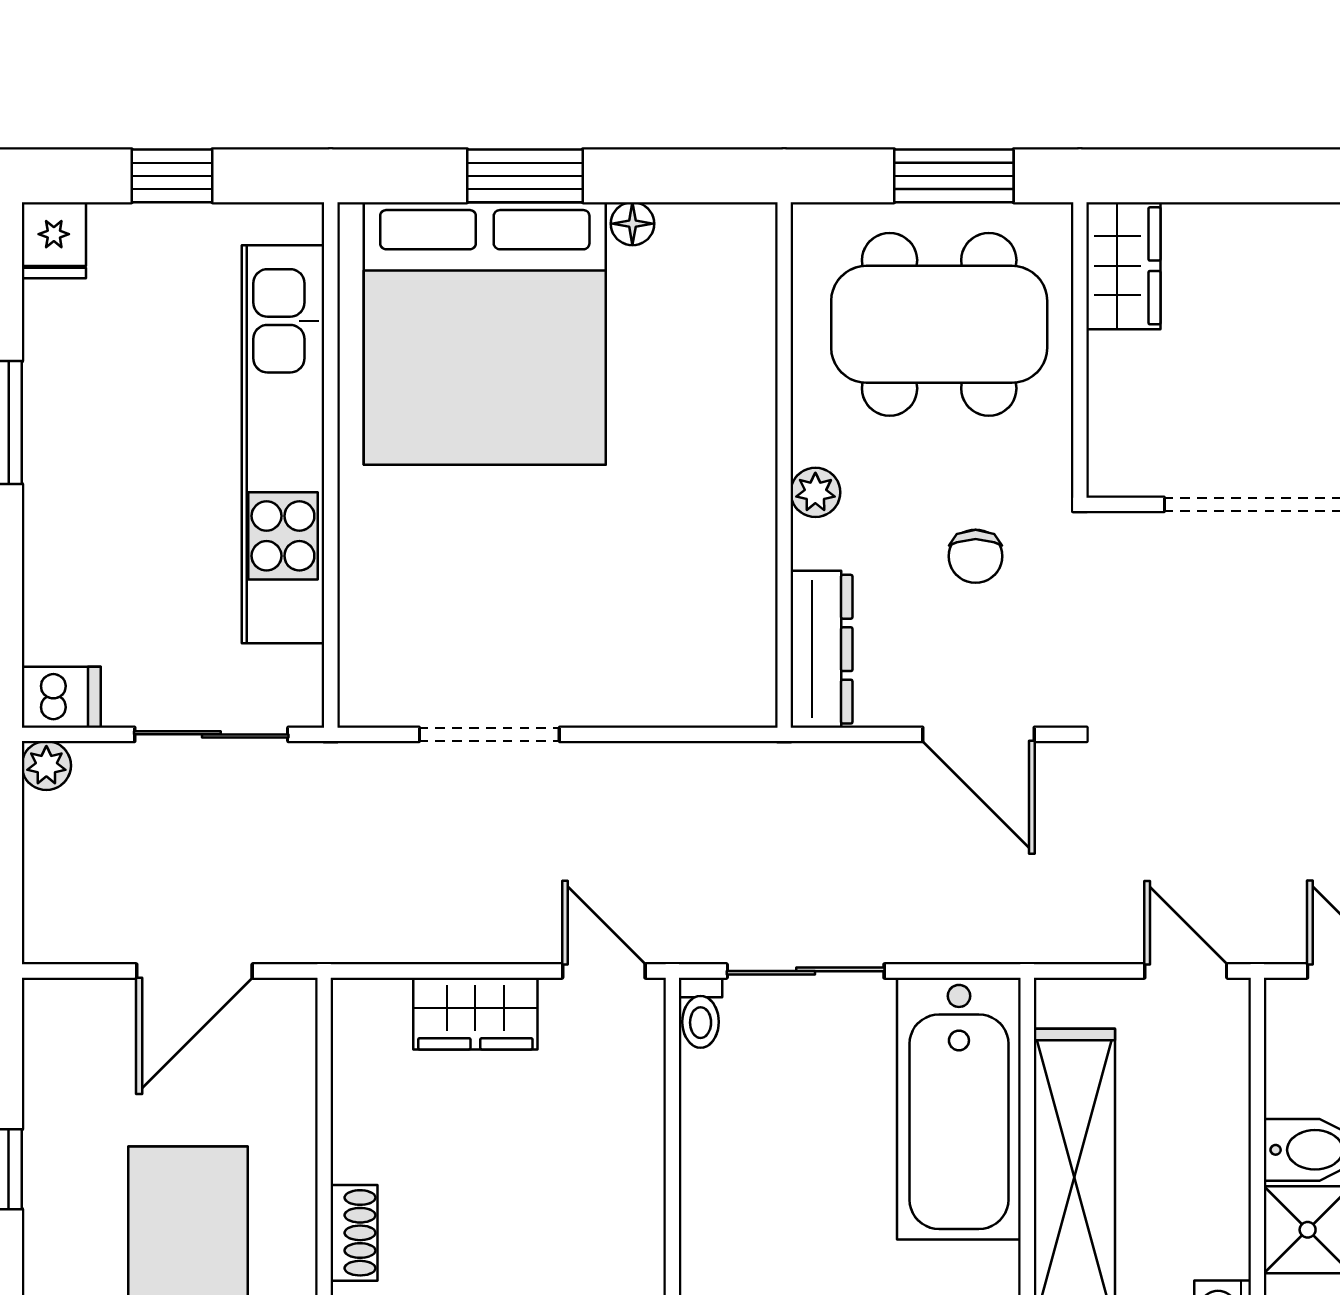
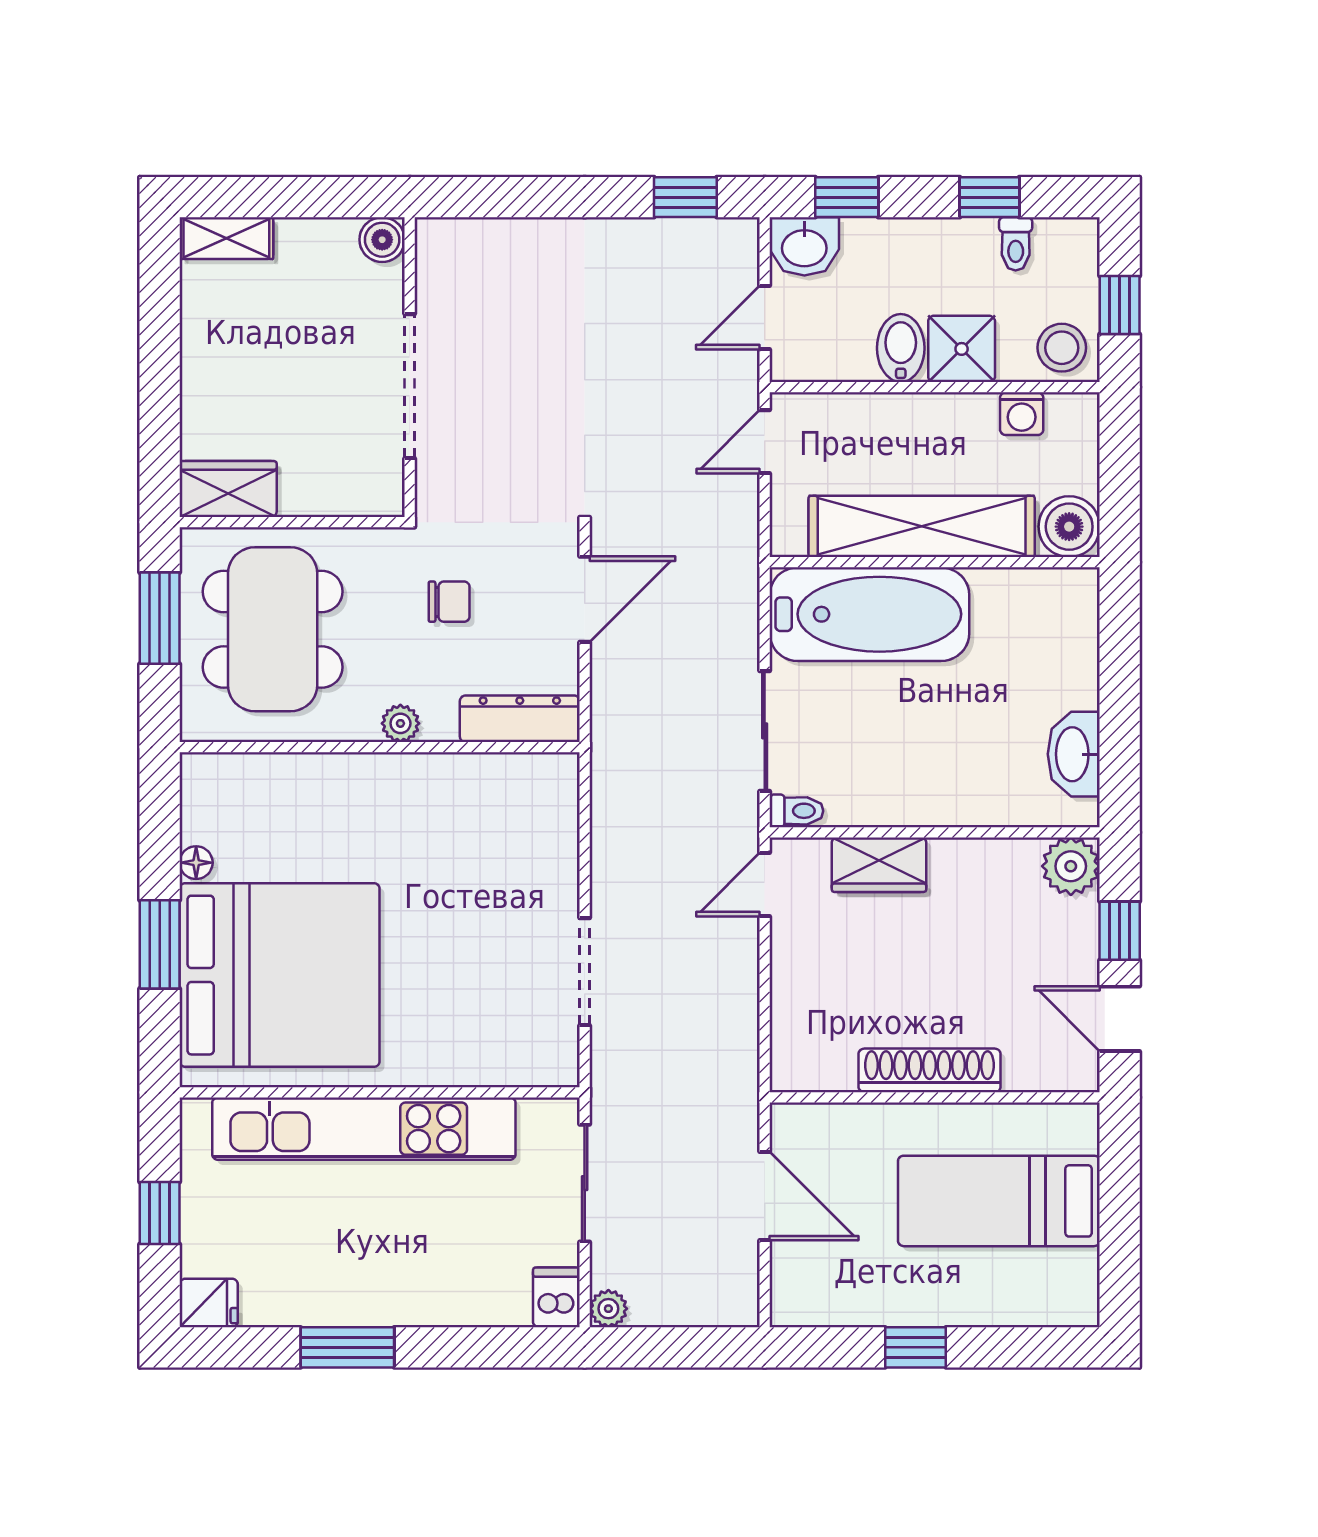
wardrobe: (475, 1014) -> (879, 865), moved, turned 90
shoe rack: (354, 1233) -> (930, 1070), width x1.94, depth x1.24

